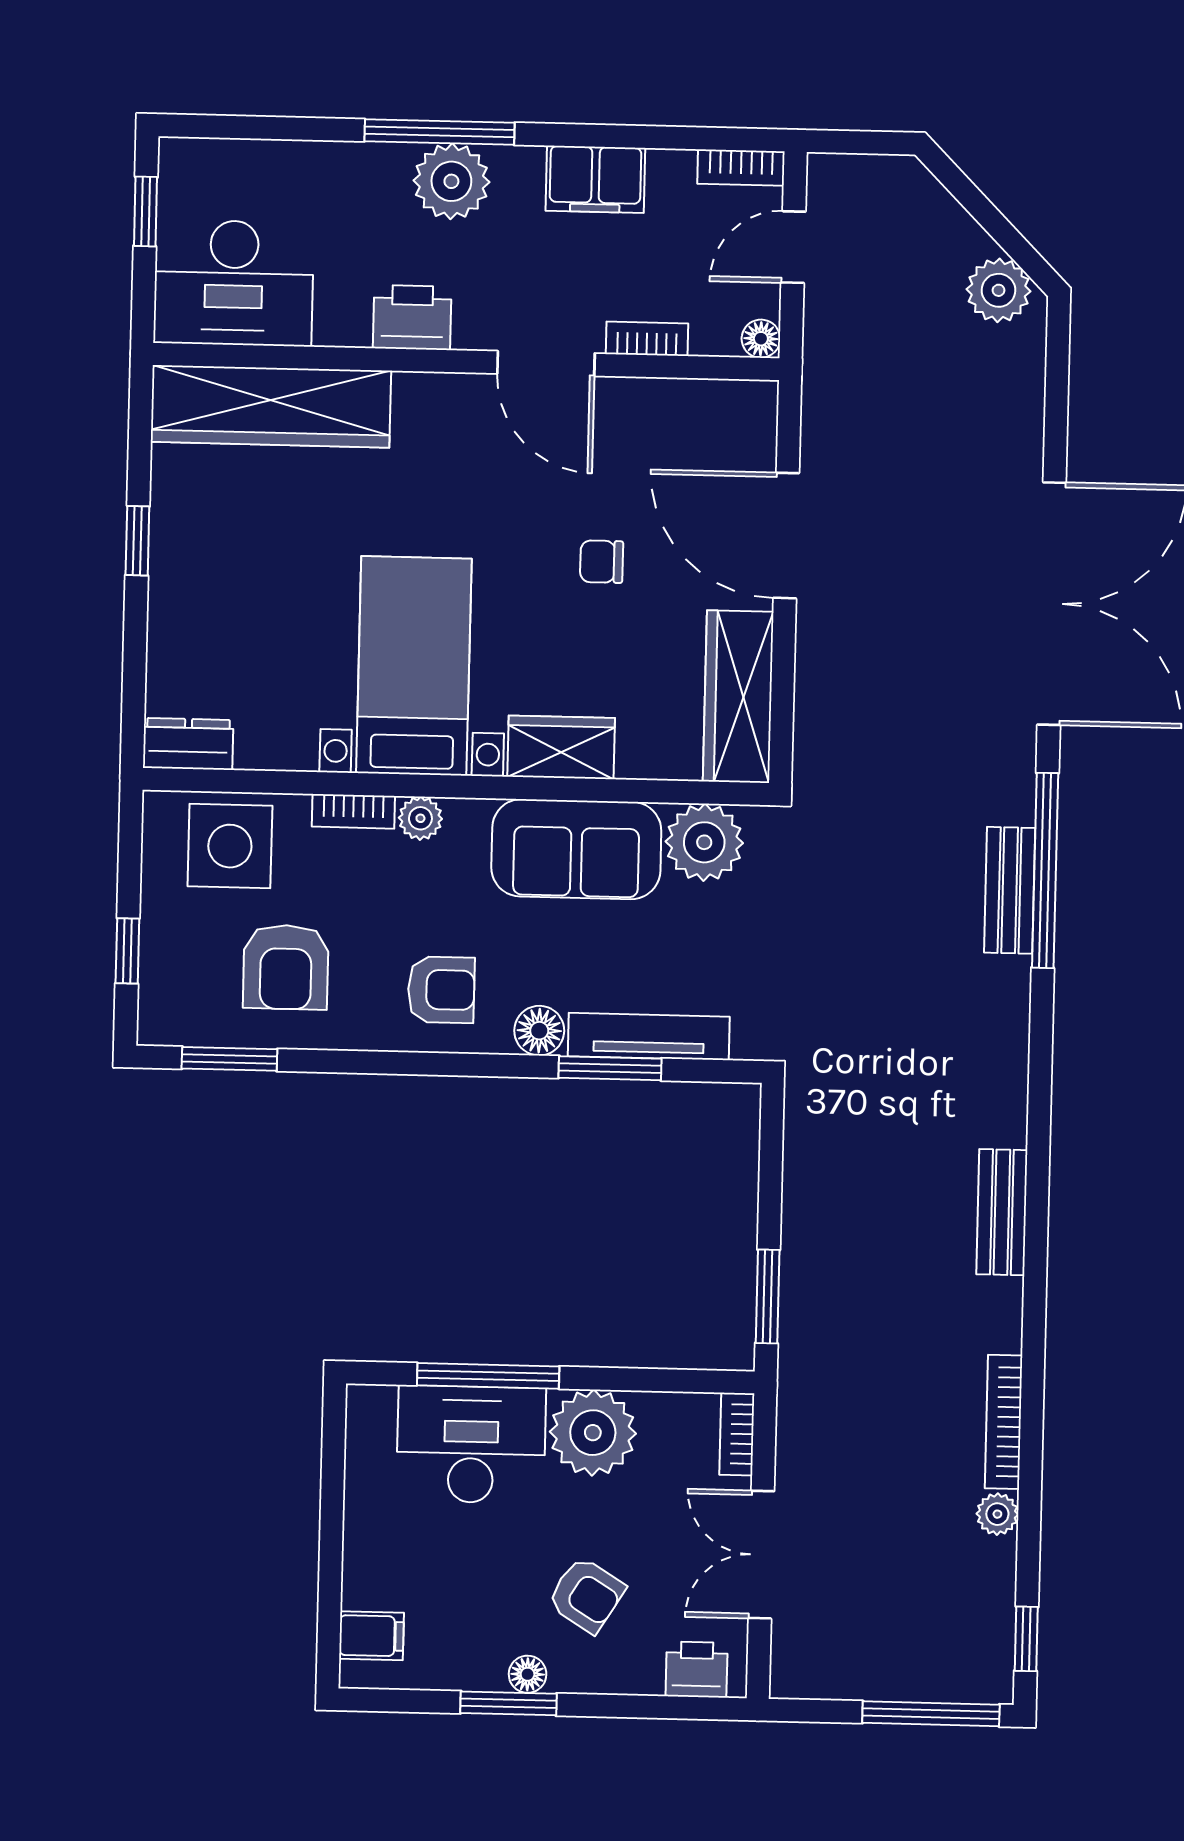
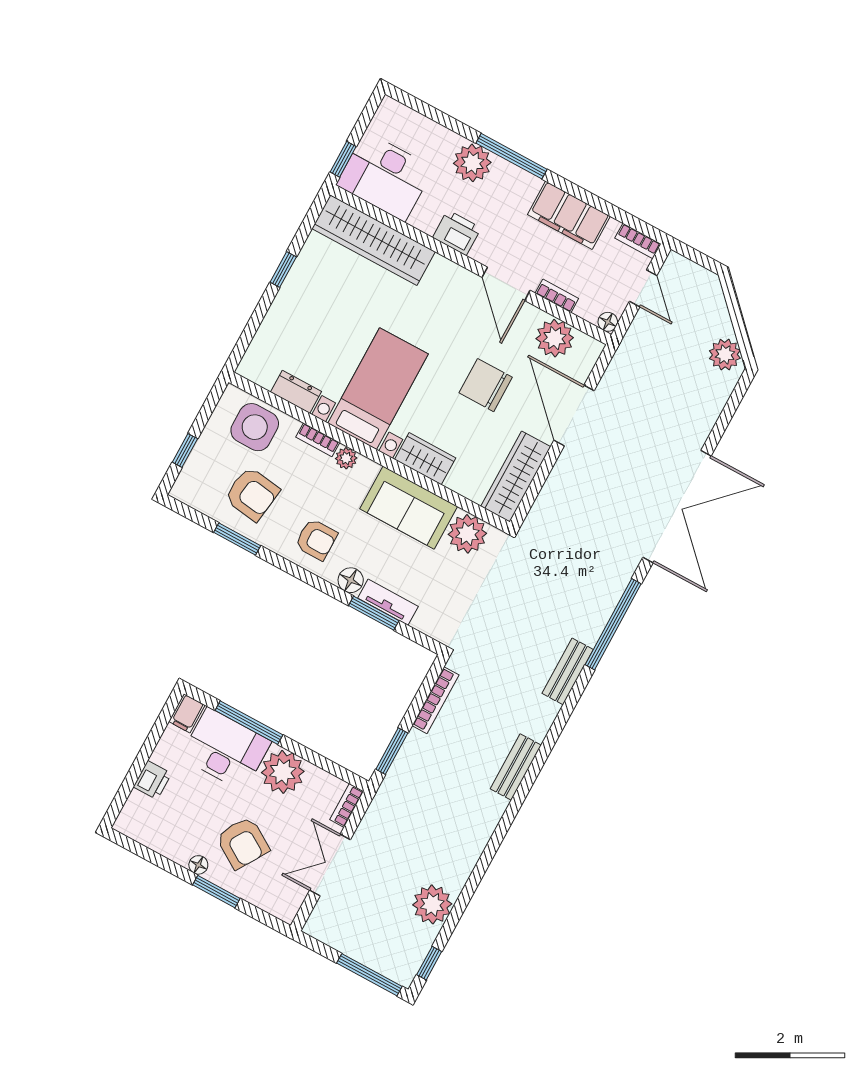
filing cabinet: (595, 179) -> (569, 215), width x1.50, depth x1.17
plant: (451, 181) -> (472, 163), moved
window: (146, 211) -> (343, 159), moved
door: (793, 247) -> (643, 288), swing flipped
plant: (681, 416) -> (555, 338), added
chair: (602, 562) -> (486, 385), width x1.87, depth x1.87
dresser: (188, 744) -> (296, 392), moved
bench: (1010, 890) -> (568, 671), moved
armchair: (286, 967) -> (252, 494), turned -82
tv unit: (649, 1036) -> (388, 602), width x0.71
window: (229, 1059) -> (237, 539), moved
bookcase: (1004, 1422) -> (435, 700), moved, turned 180
plant: (997, 1514) -> (432, 904), width x1.88, depth x1.88
armchair: (586, 1595) -> (243, 843), width x1.38, depth x1.38
filing cabinet: (371, 1636) -> (187, 713), moved, turned 90
printer: (697, 1670) -> (152, 780), moved, turned 90
window: (508, 1703) -> (216, 892), moved

